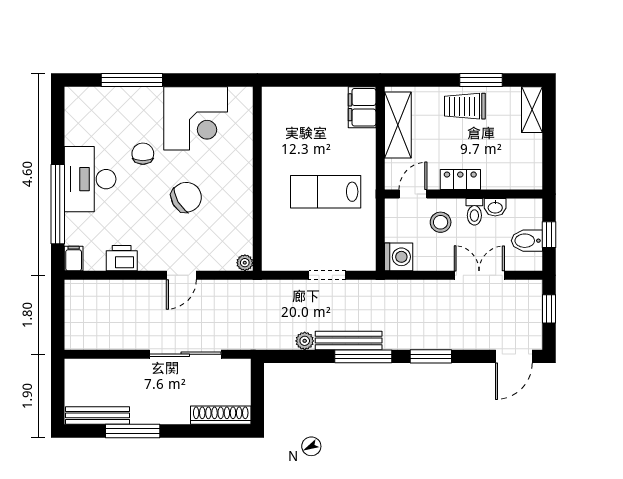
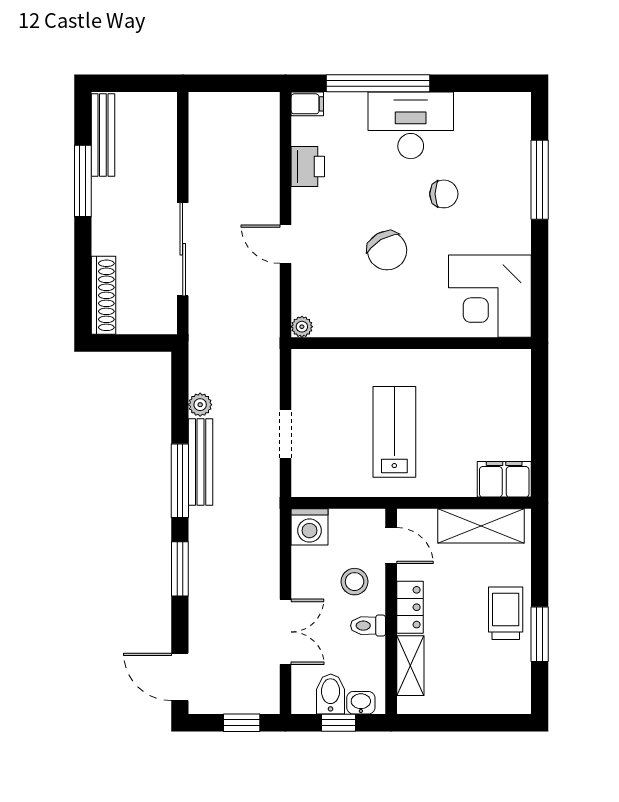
shelving: (532, 110) -> (410, 666), moved, turned 90
corner desk: (196, 118) -> (490, 296), moved
washbasin: (495, 207) -> (361, 703), moved, turned 90

